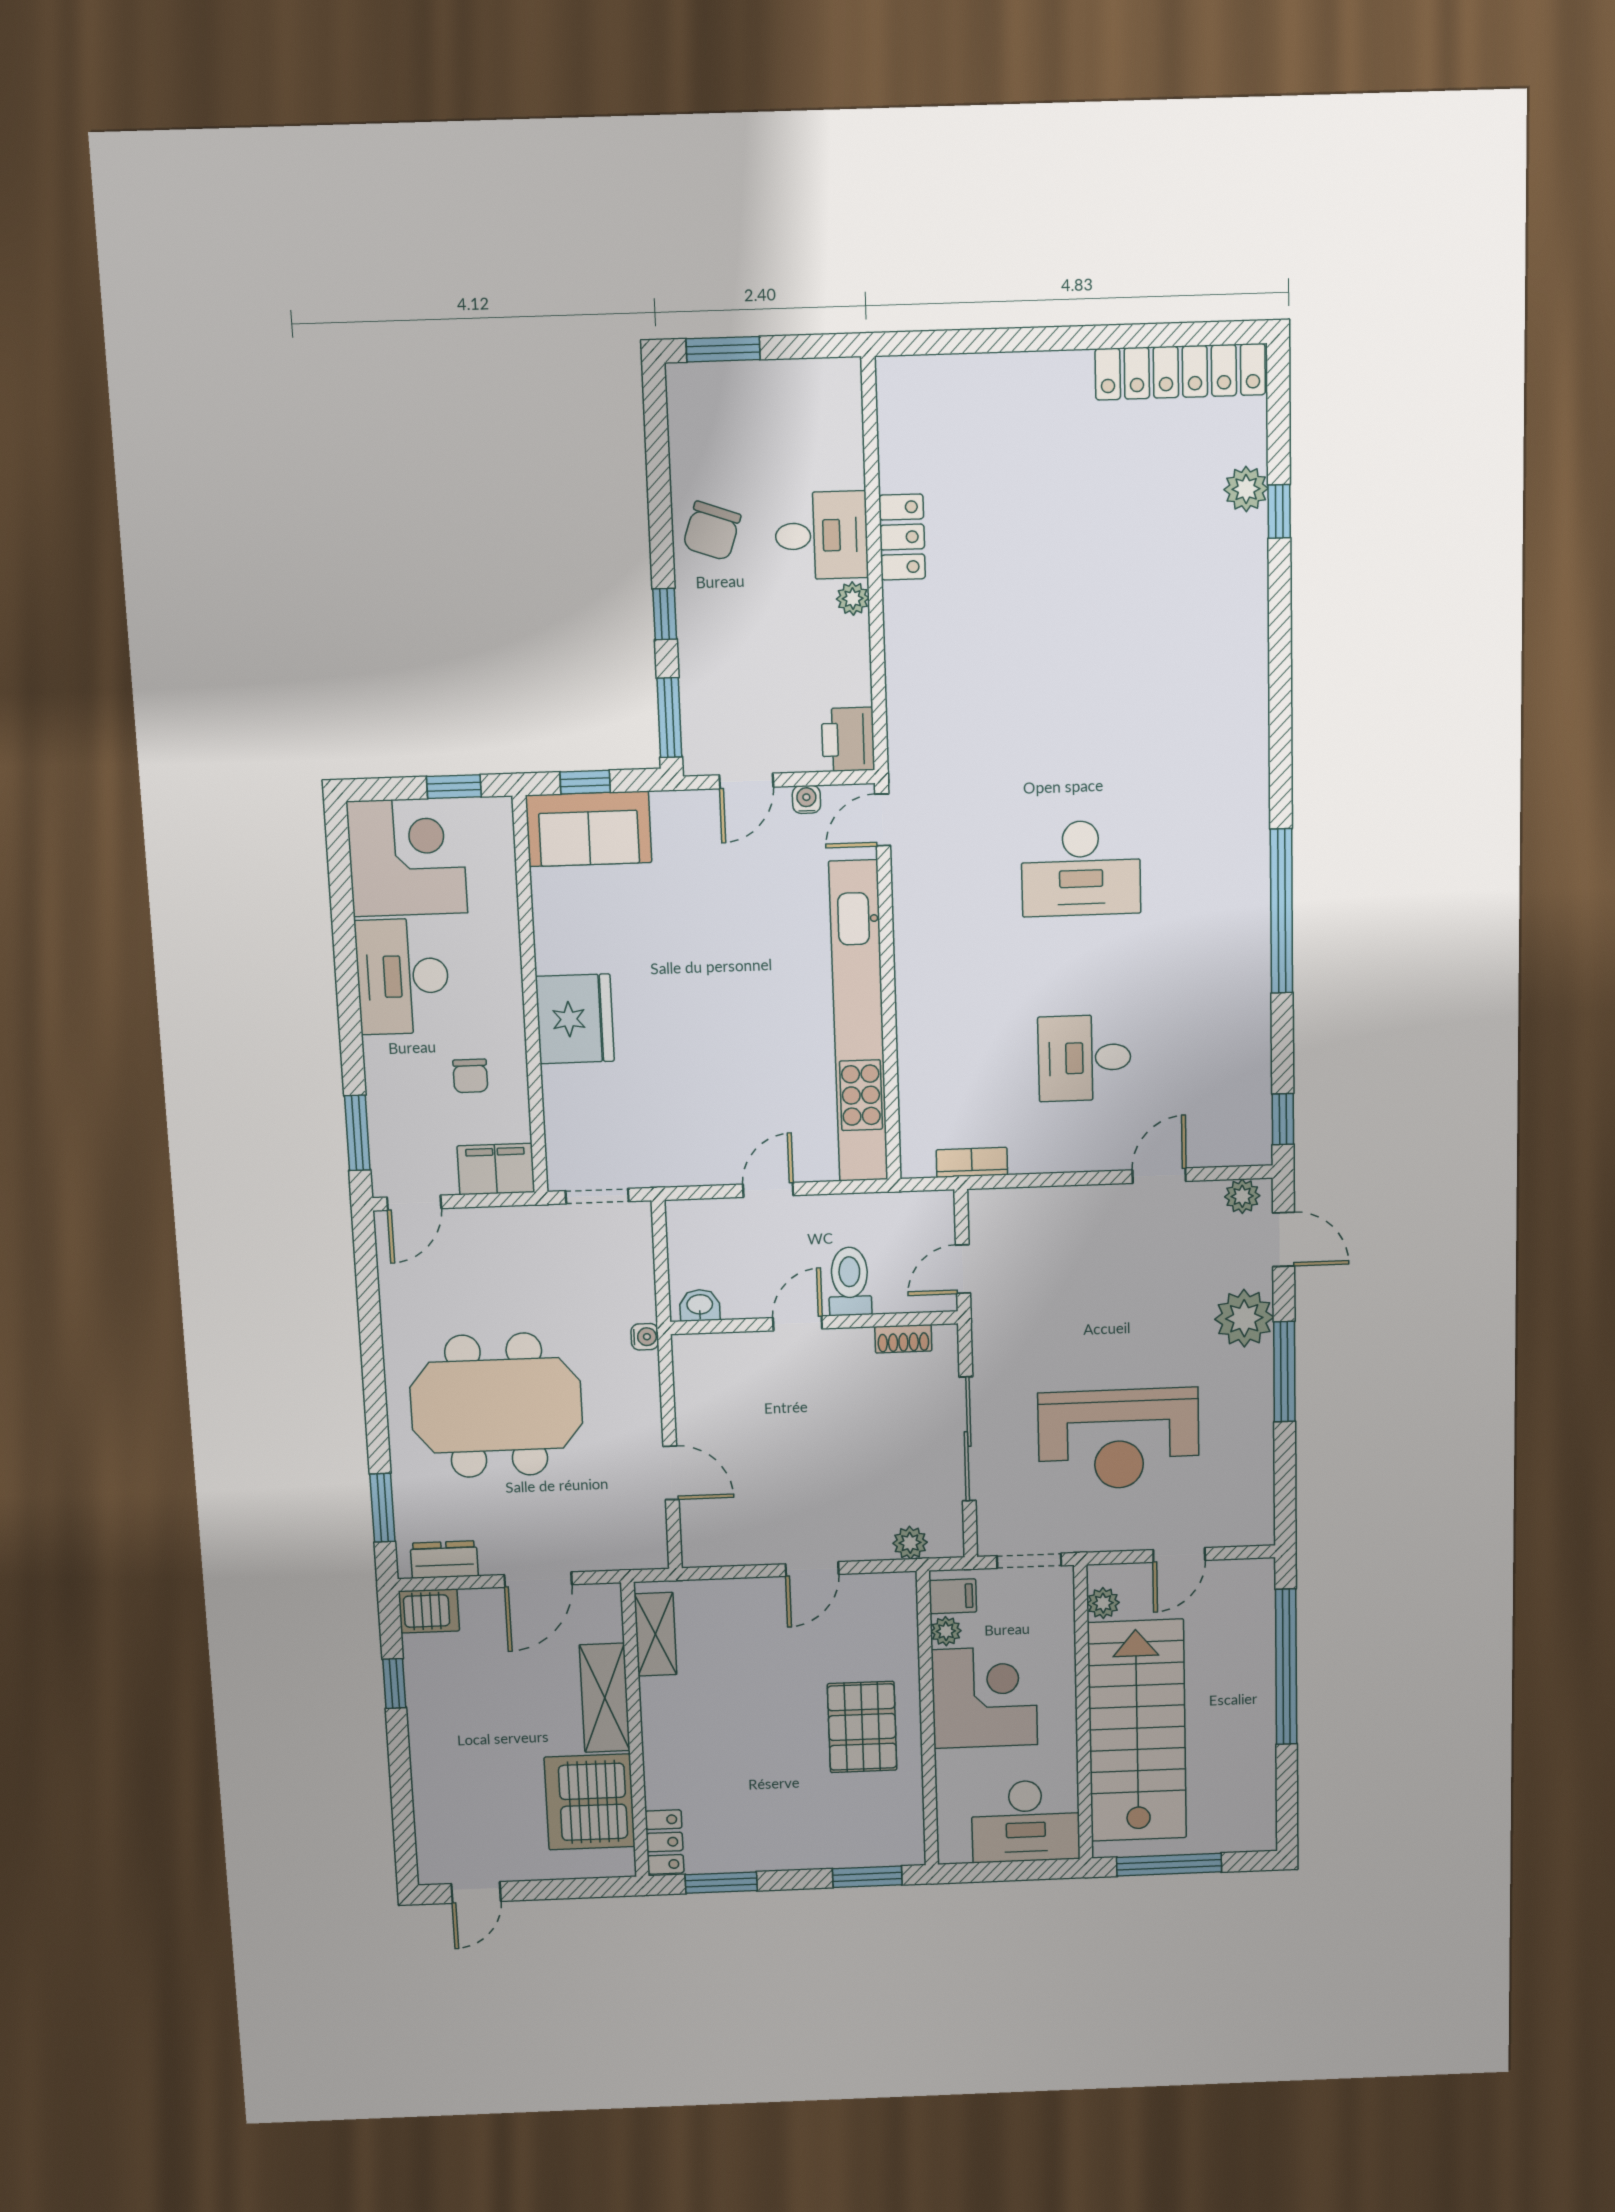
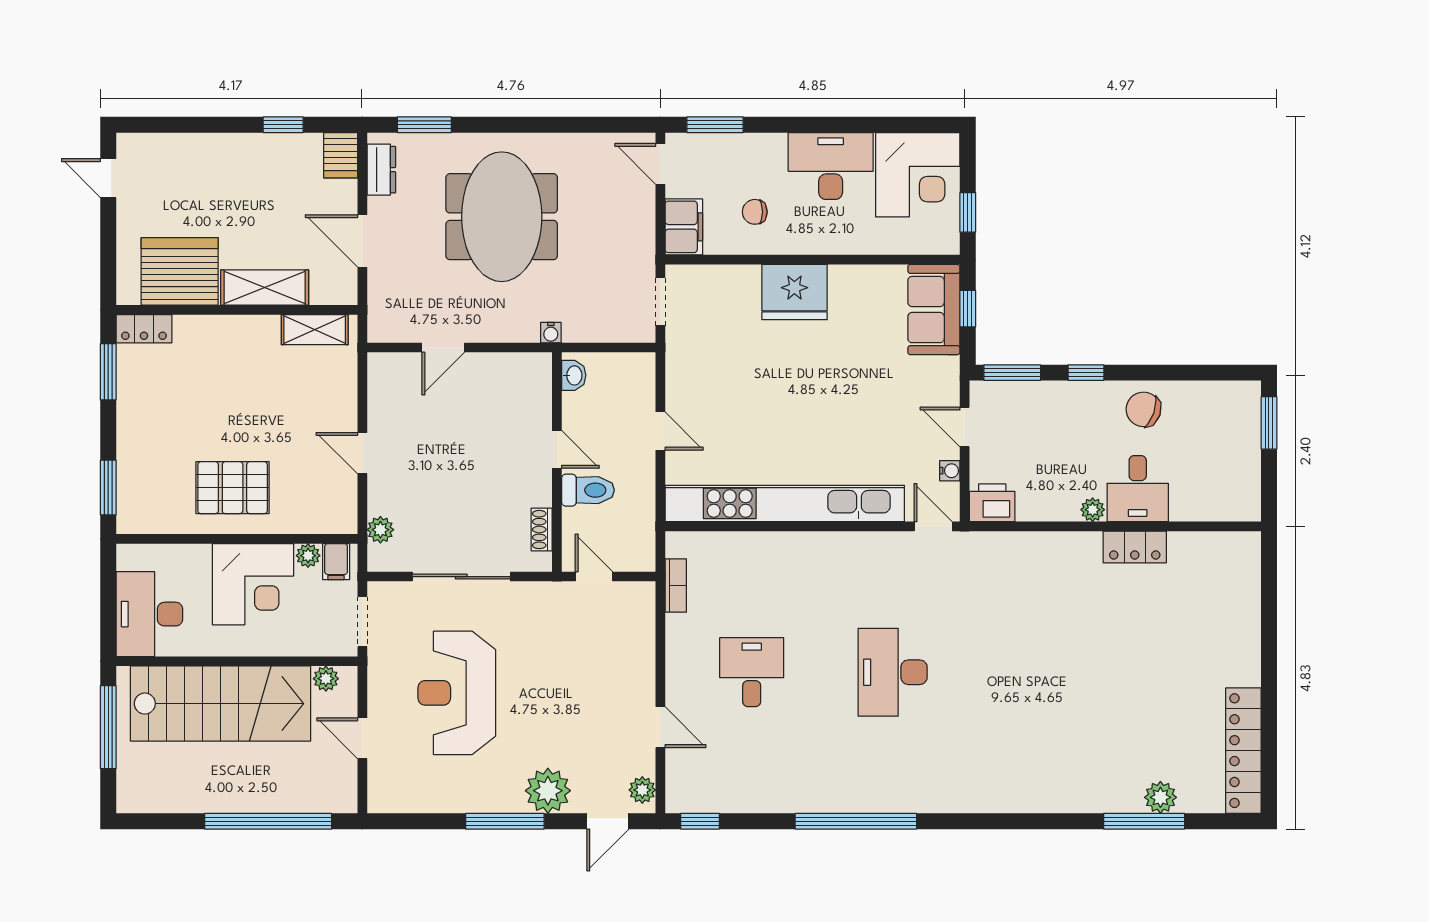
window: (1279, 511) -> (1144, 821), width x2.17

